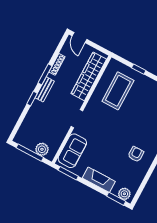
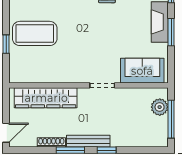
bench: (45, 89) -> (88, 141), width x1.36
coffee table: (118, 91) -> (35, 33), moved
window: (68, 173) -> (171, 32), moved

